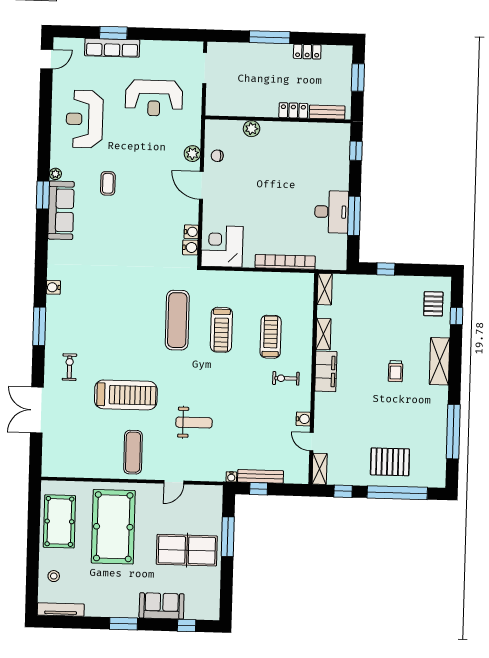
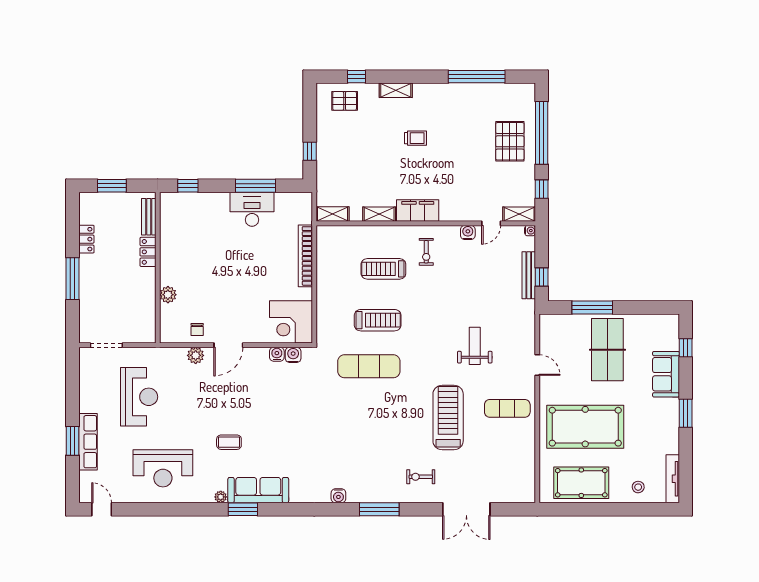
shelving: (440, 361) -> (396, 90), width x0.67, depth x0.75
water cooler: (231, 477) -> (530, 231), moved

